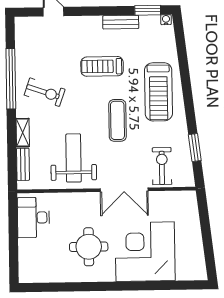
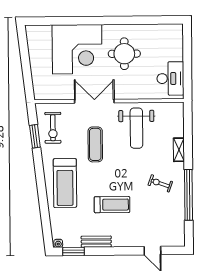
exercise bike: (45, 92) -> (160, 183), width x0.73, depth x0.72
treadmill: (159, 92) -> (65, 183), turned 180
exercise mat: (117, 120) -> (95, 144), moved
bench: (23, 164) -> (179, 123), removed
exercise bike: (162, 166) -> (53, 128), moved

